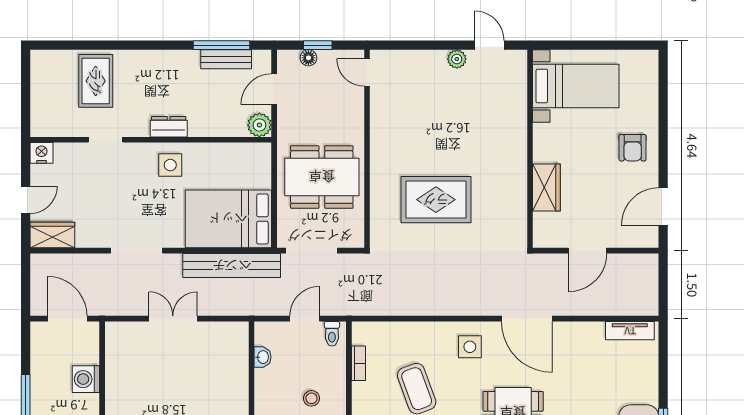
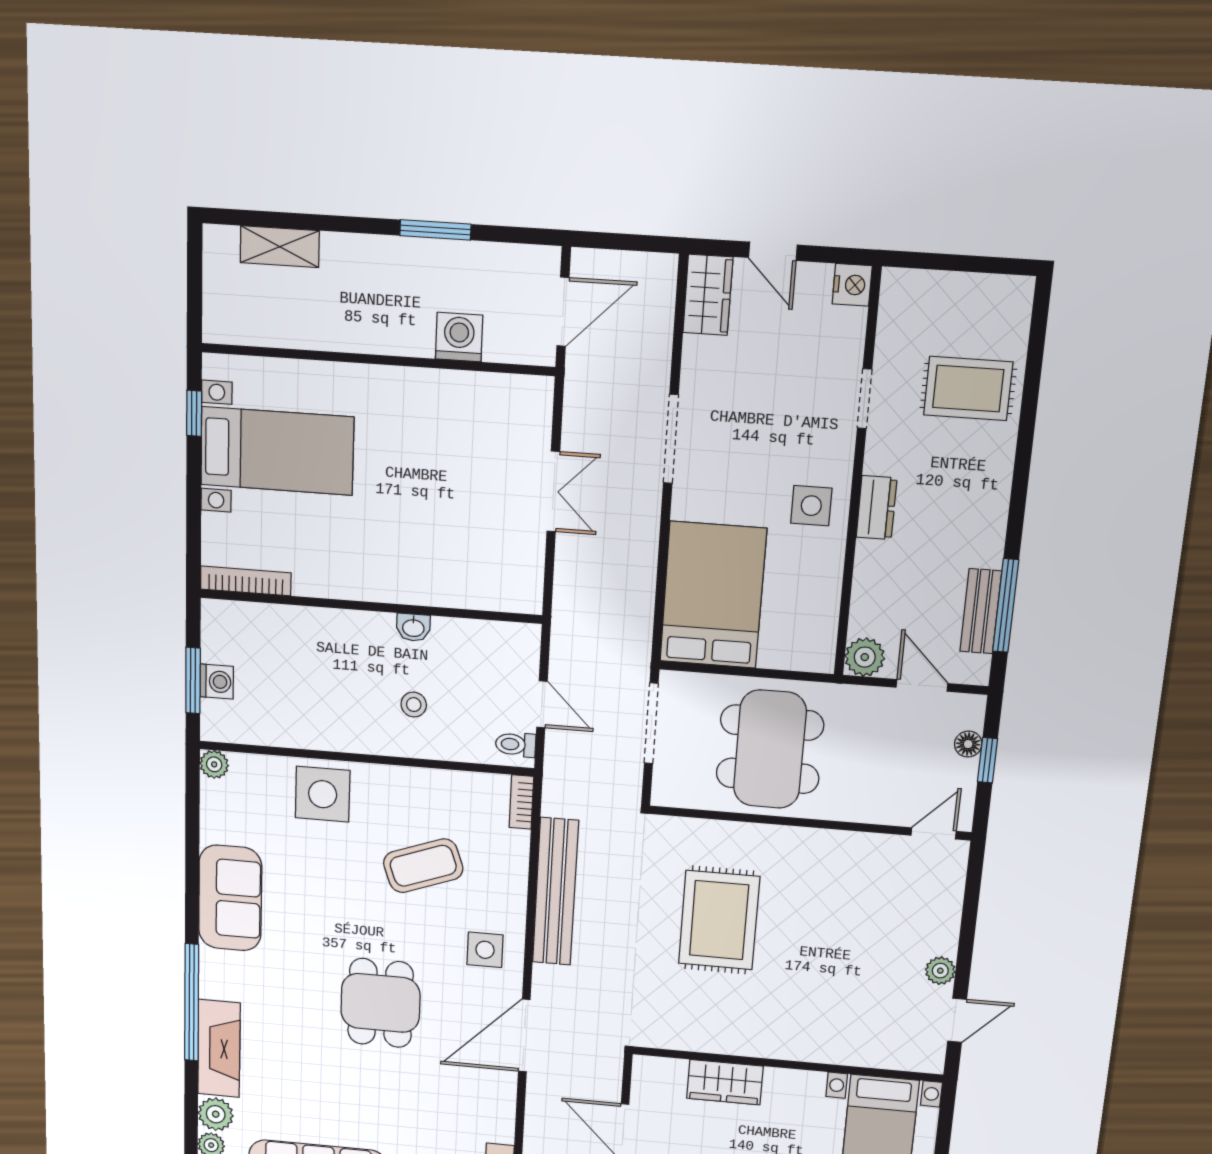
bench: (232, 266) -> (555, 892), moved
washbasin: (263, 357) -> (413, 627), moved
bookcase: (359, 363) -> (521, 802), moved, turned 90

